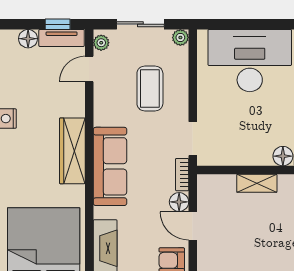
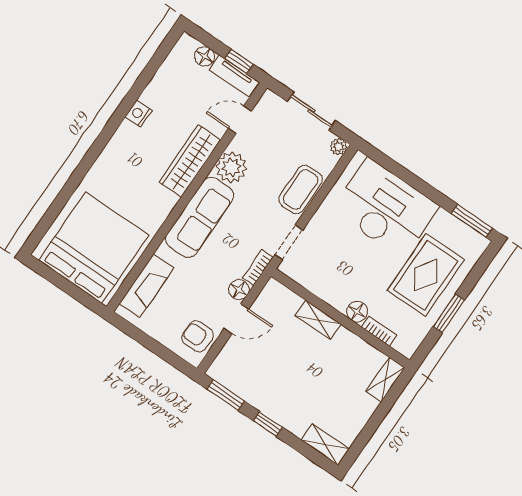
plant: (101, 43) -> (231, 167), moved, width x1.87, depth x1.87
coffee table: (150, 88) -> (301, 189), moved
wardrobe: (72, 151) -> (190, 161), moved
door: (193, 226) -> (236, 319), swing flipped

